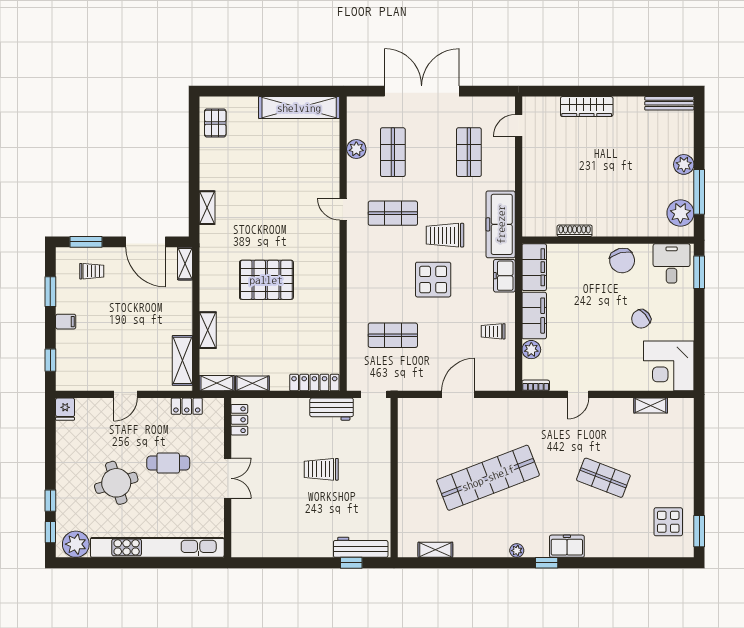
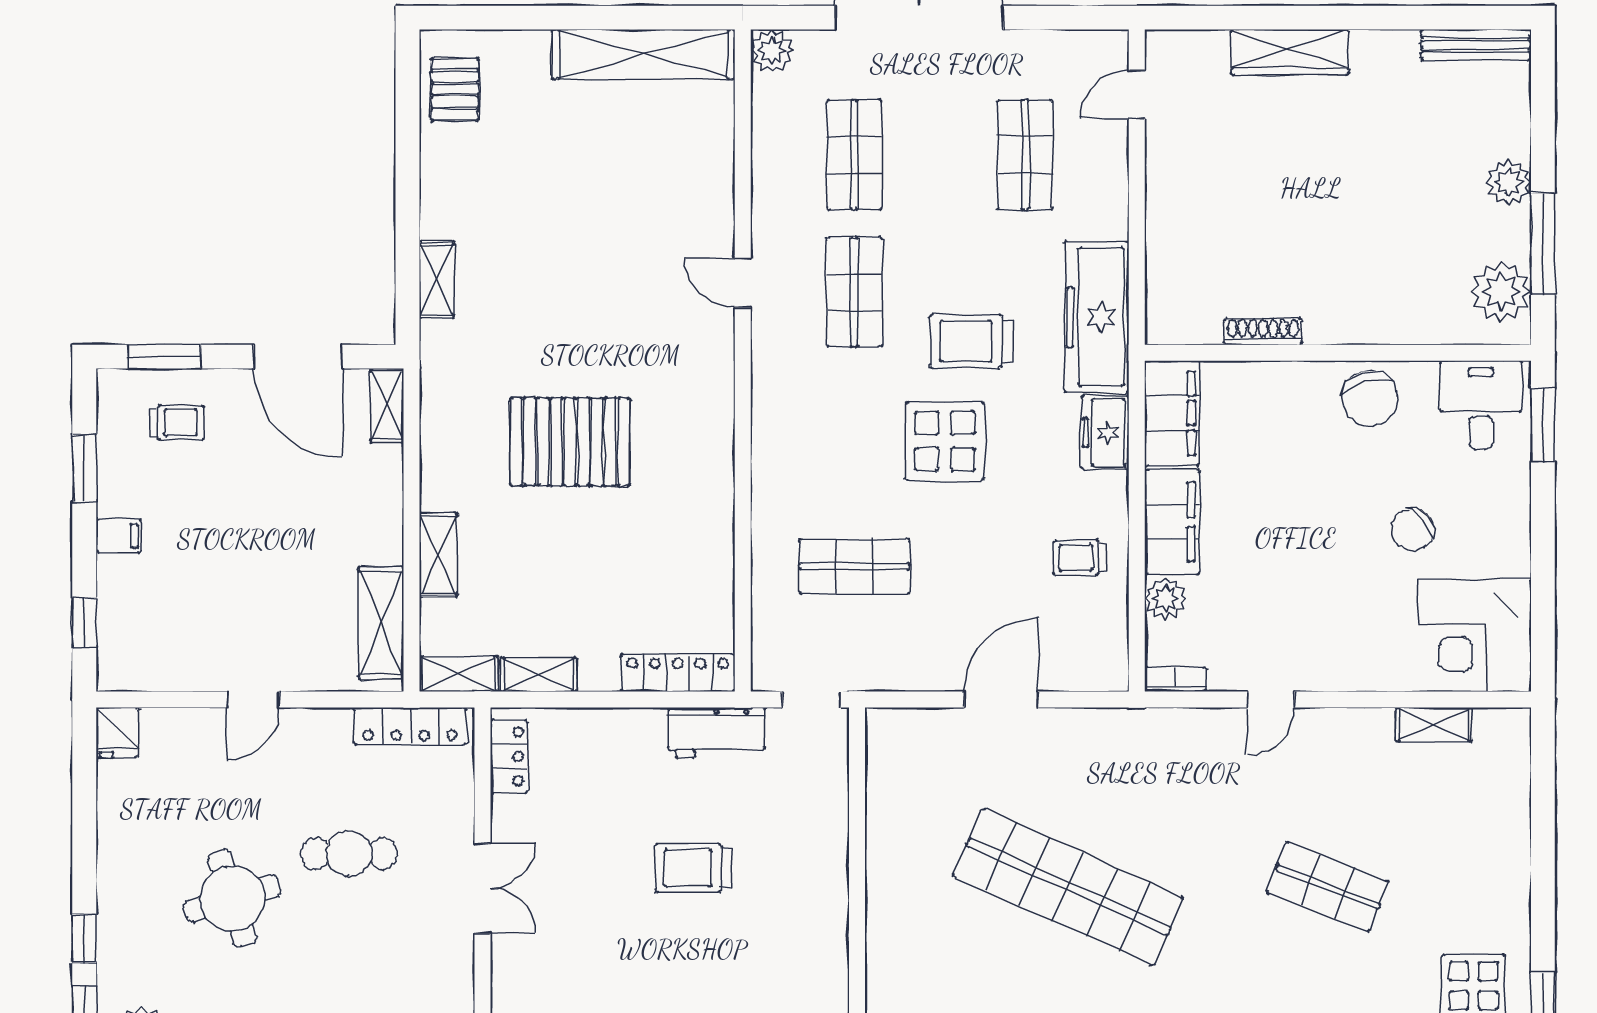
plant: (356, 149) -> (772, 51), moved
shop shelf: (393, 213) -> (854, 292), turned 90
locker: (187, 406) -> (410, 726), width x1.53
shop shelf: (488, 478) -> (1068, 887), turned 45

